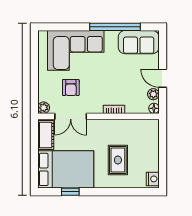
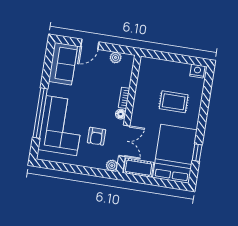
window: (115, 27) -> (40, 113), moved
door: (163, 78) -> (90, 44), moved
armchair: (71, 88) -> (97, 136), turned 90
floor lamp: (154, 108) -> (121, 114), moved

